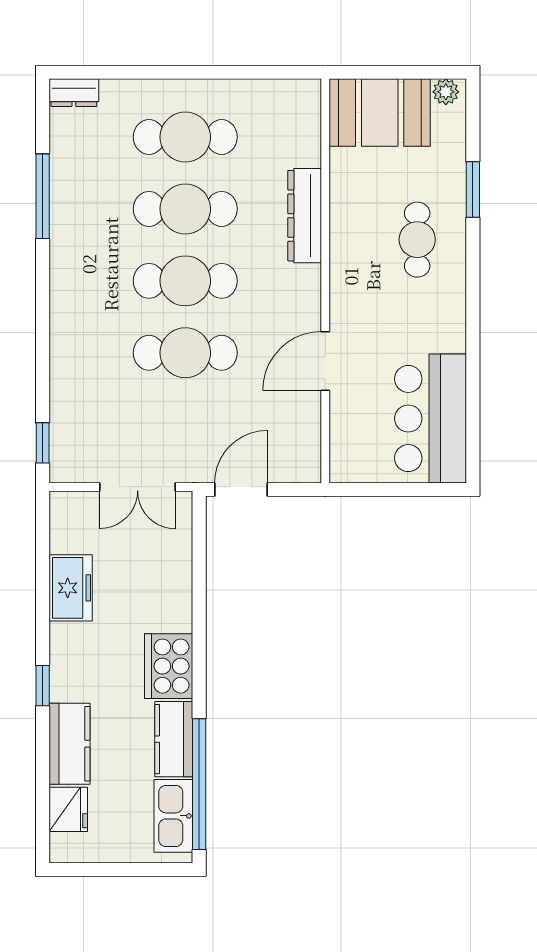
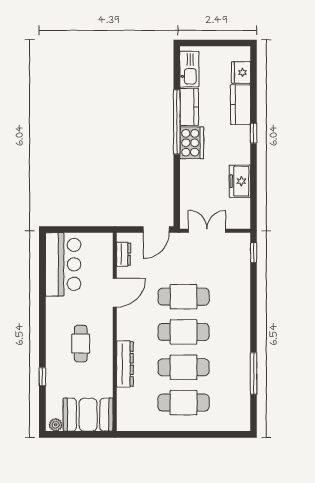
dresser: (74, 93) -> (124, 254), moved, turned 90
window: (473, 190) -> (42, 377), width x0.67
cafe table: (417, 240) -> (81, 344), moved
window: (199, 784) -> (177, 122), moved

